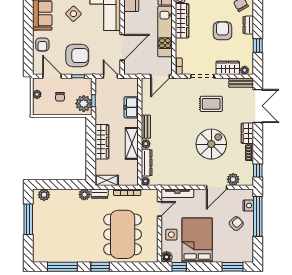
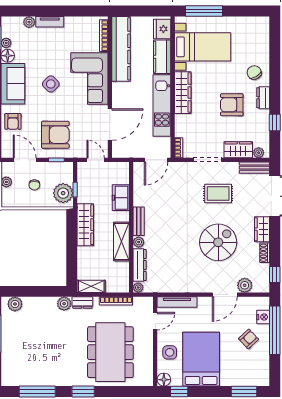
armchair: (222, 31) -> (232, 105), turned -90
wardrobe: (102, 142) -> (85, 225), moved

